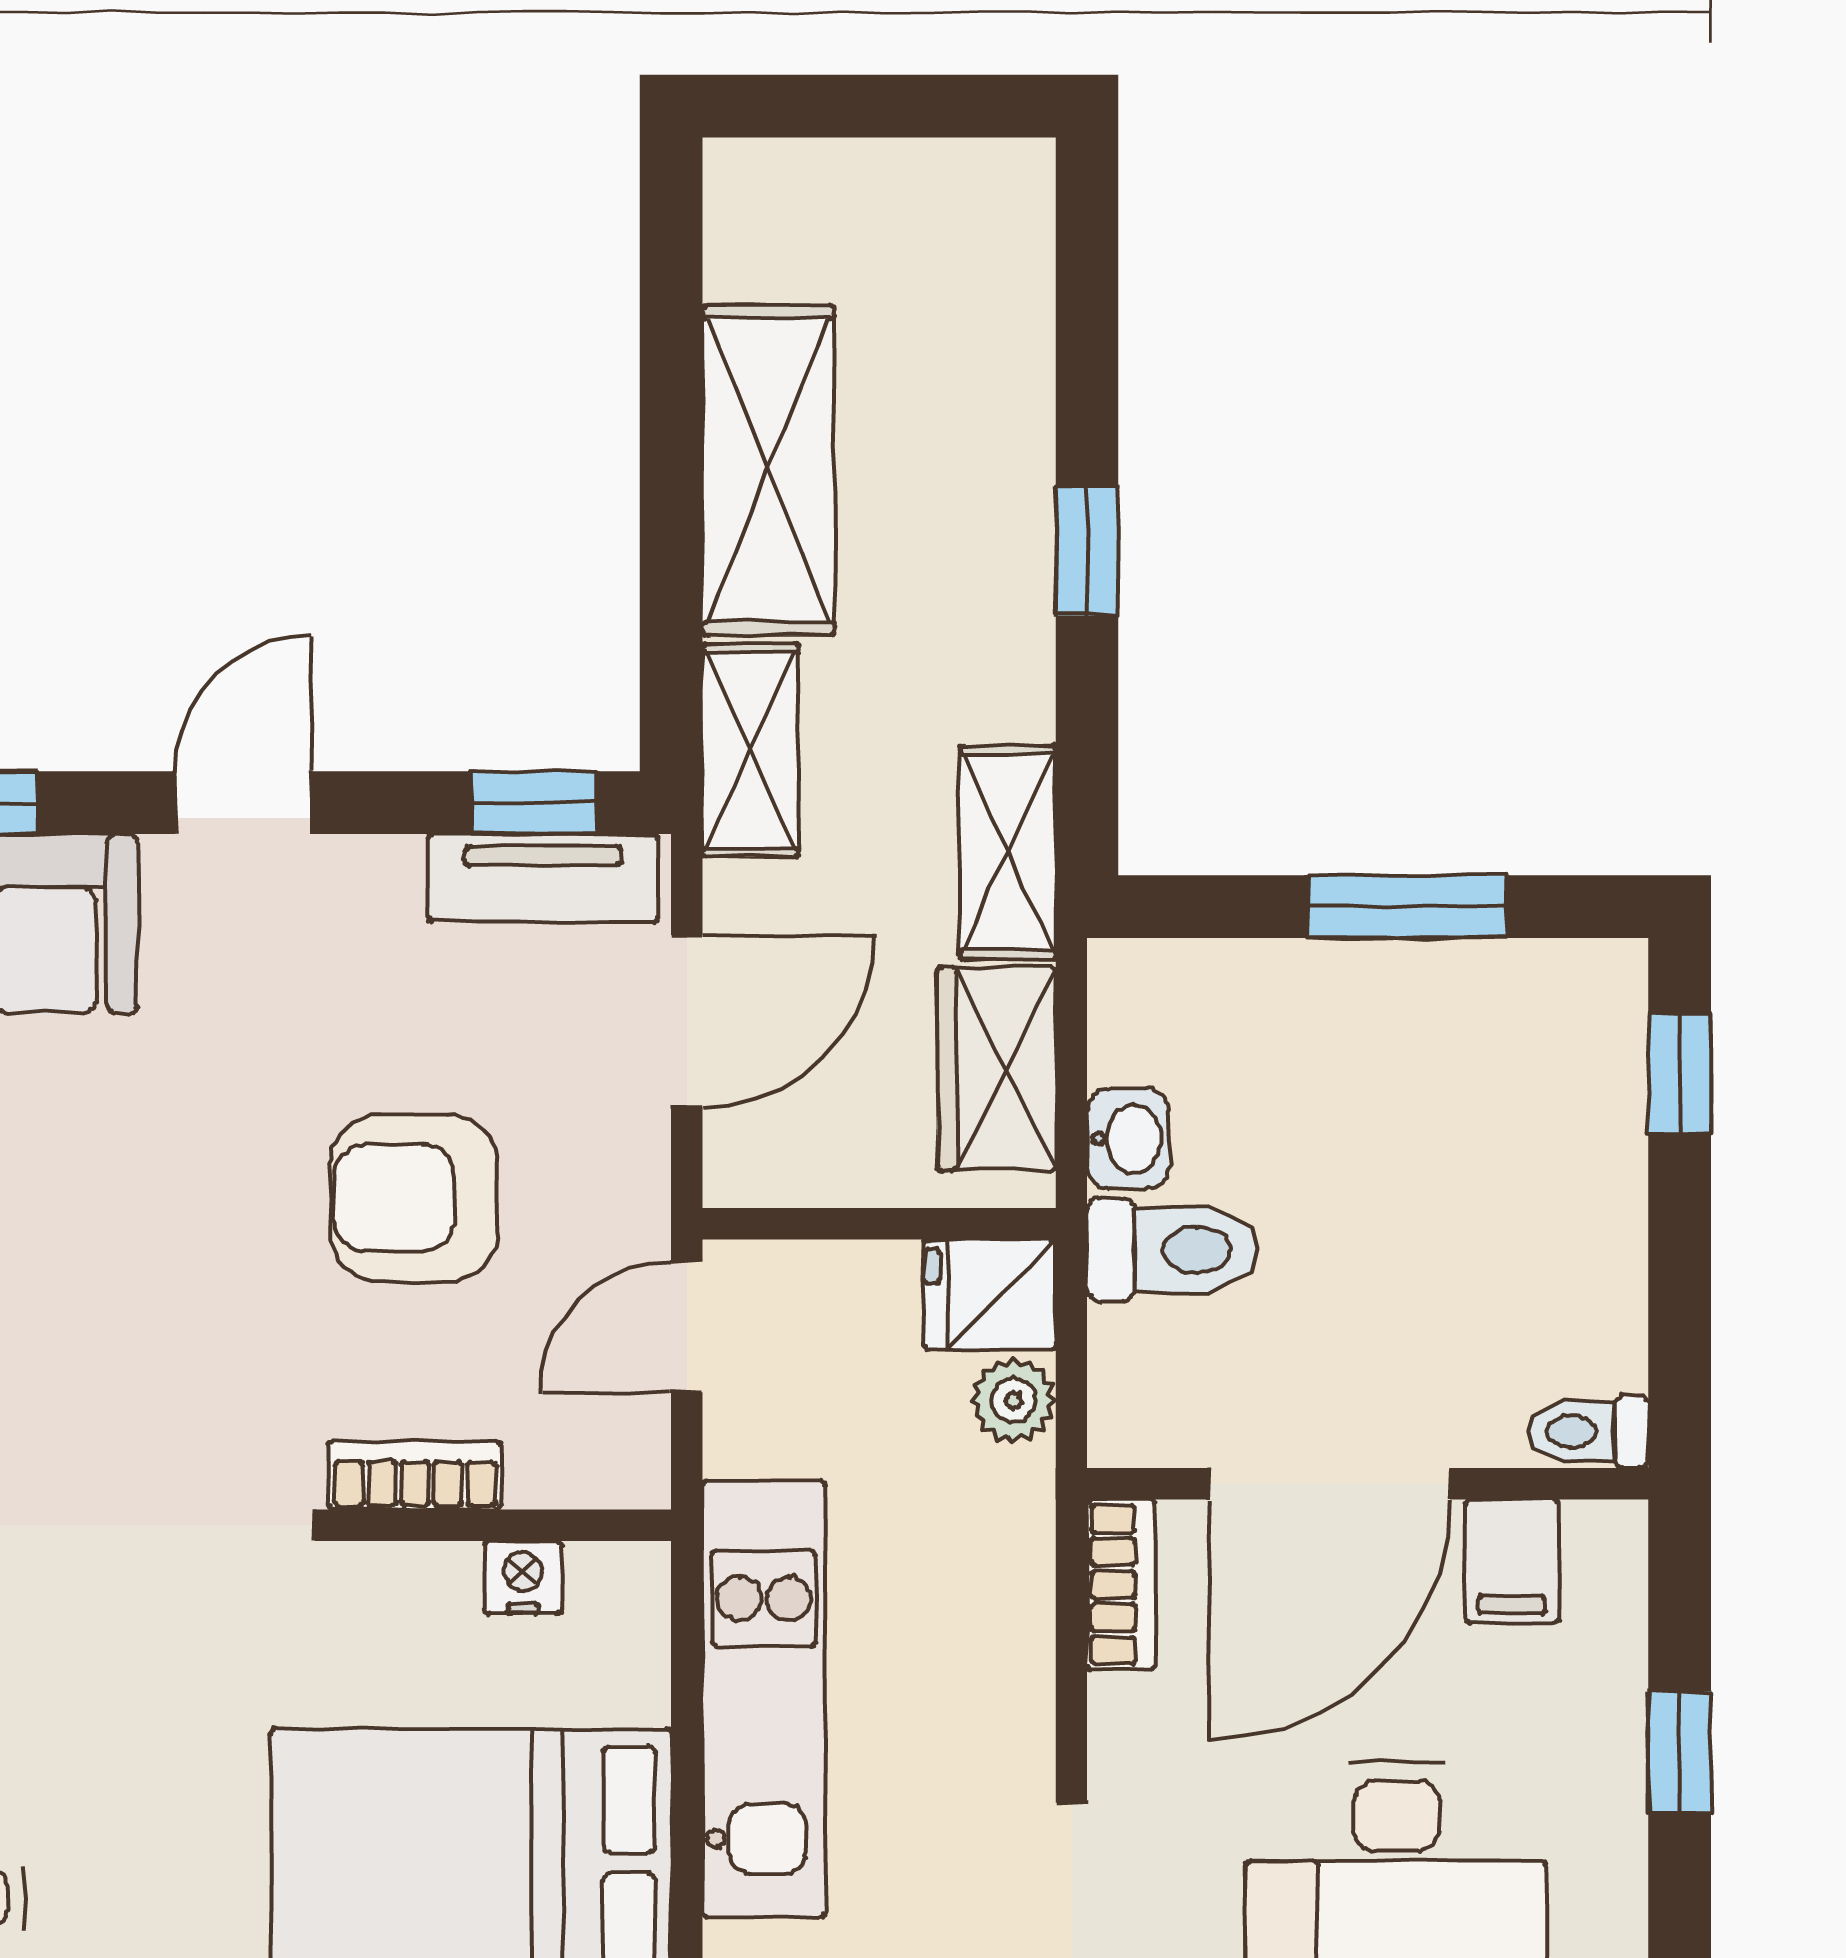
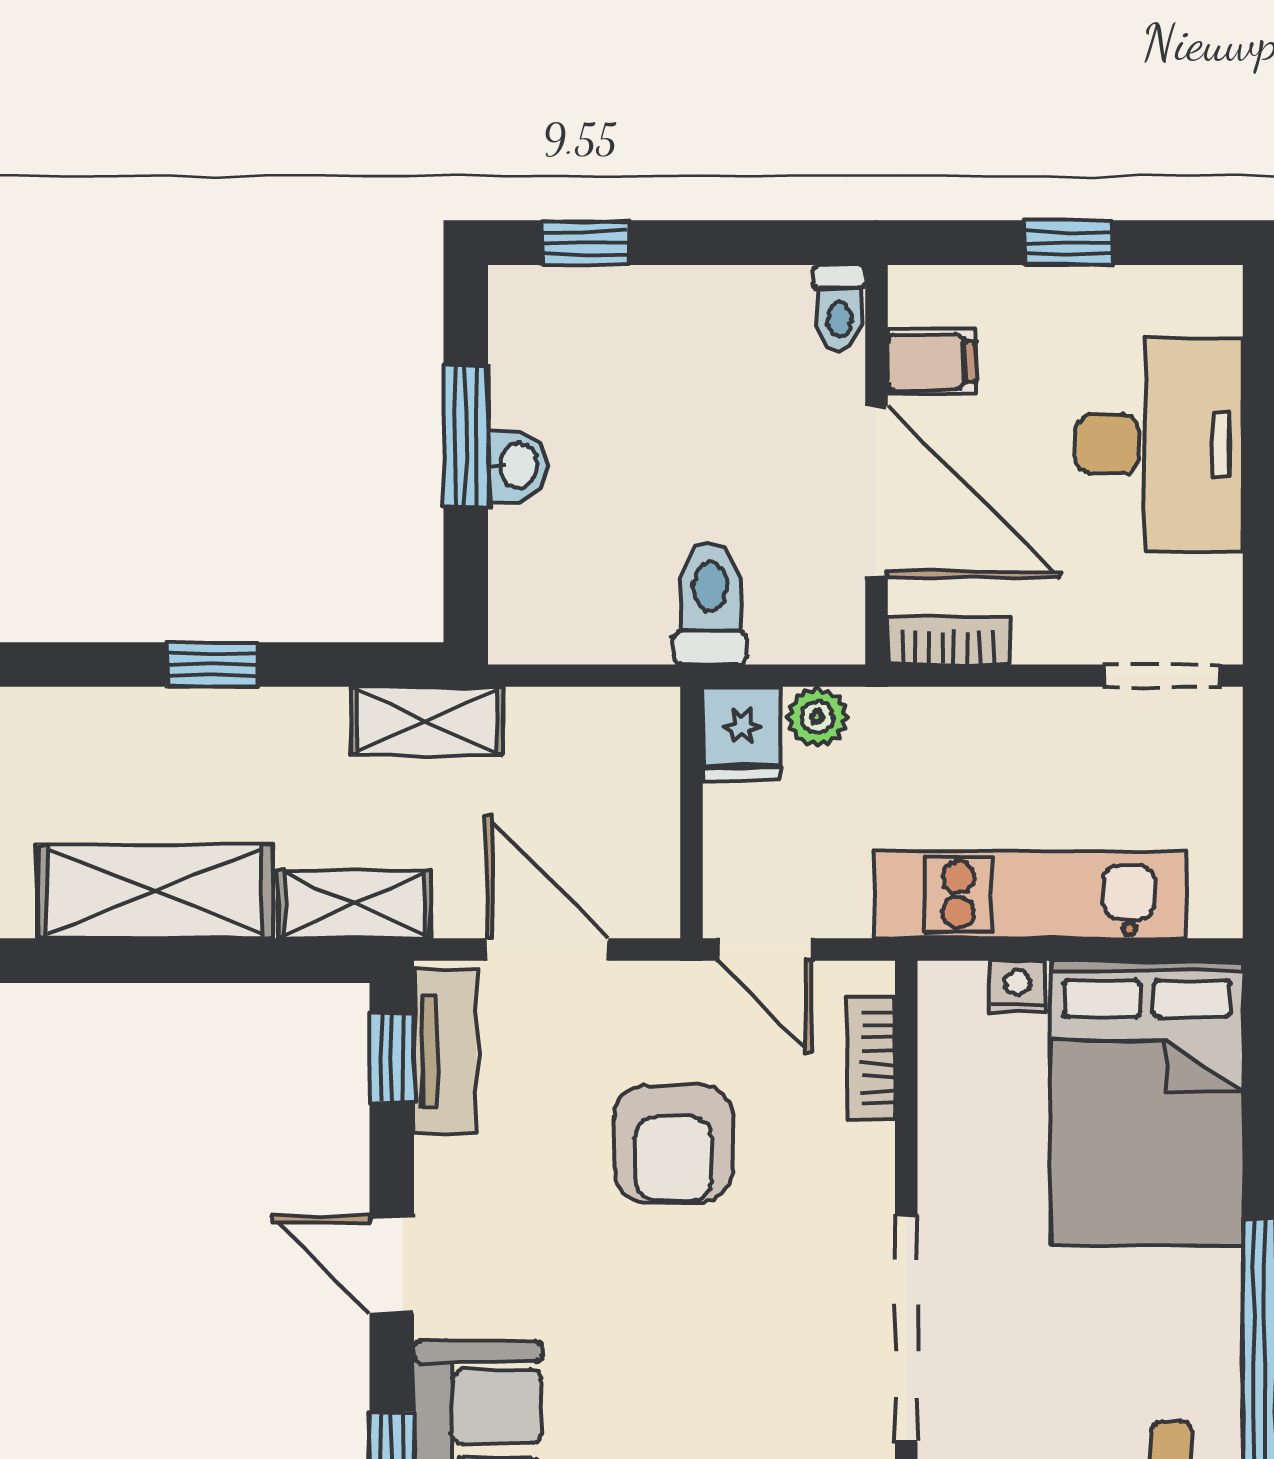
wardrobe: (997, 1069) -> (581, 729), removed
washbasin: (1128, 1139) -> (517, 466), moved, turned 90
bookcase: (415, 1475) -> (871, 1058), moved
nightstand: (523, 1577) -> (1017, 987), moved, turned 90

